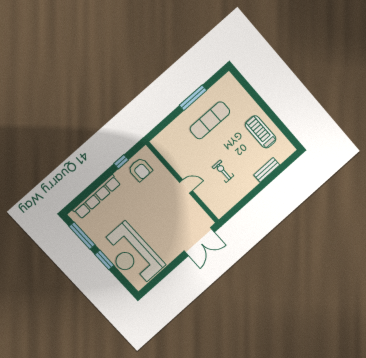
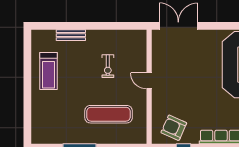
exercise mat: (210, 120) -> (109, 114), moved
armchair: (140, 170) -> (174, 128), turned -66

